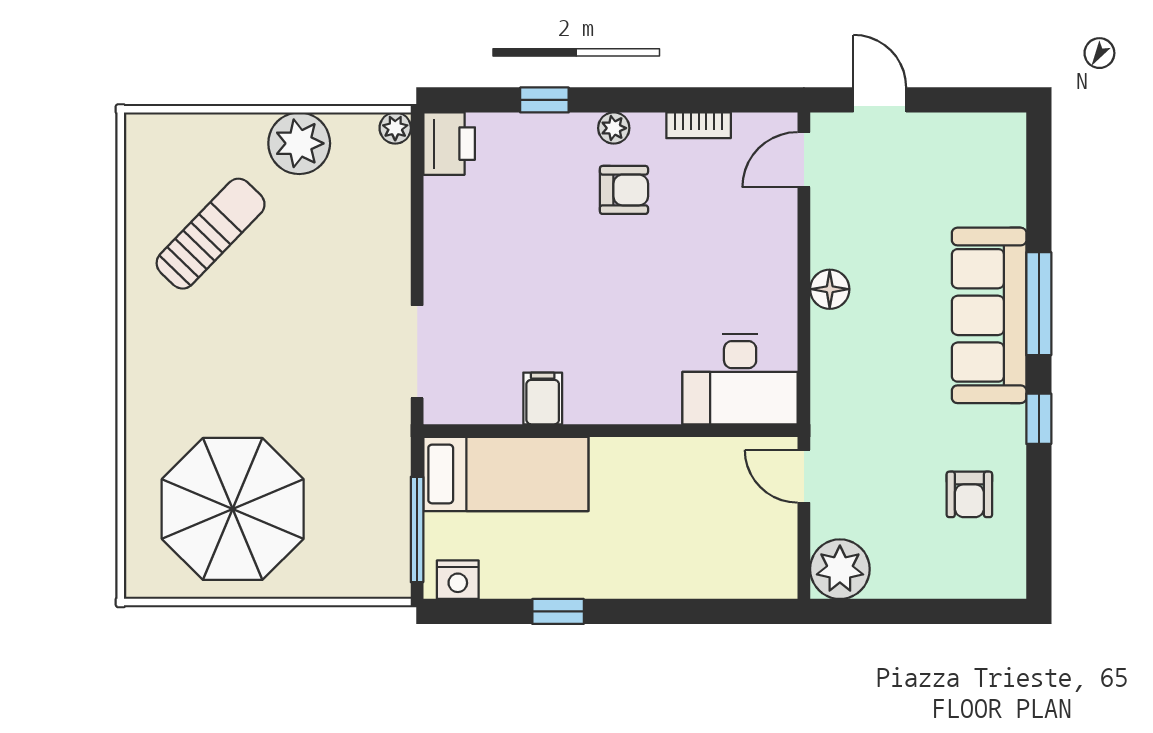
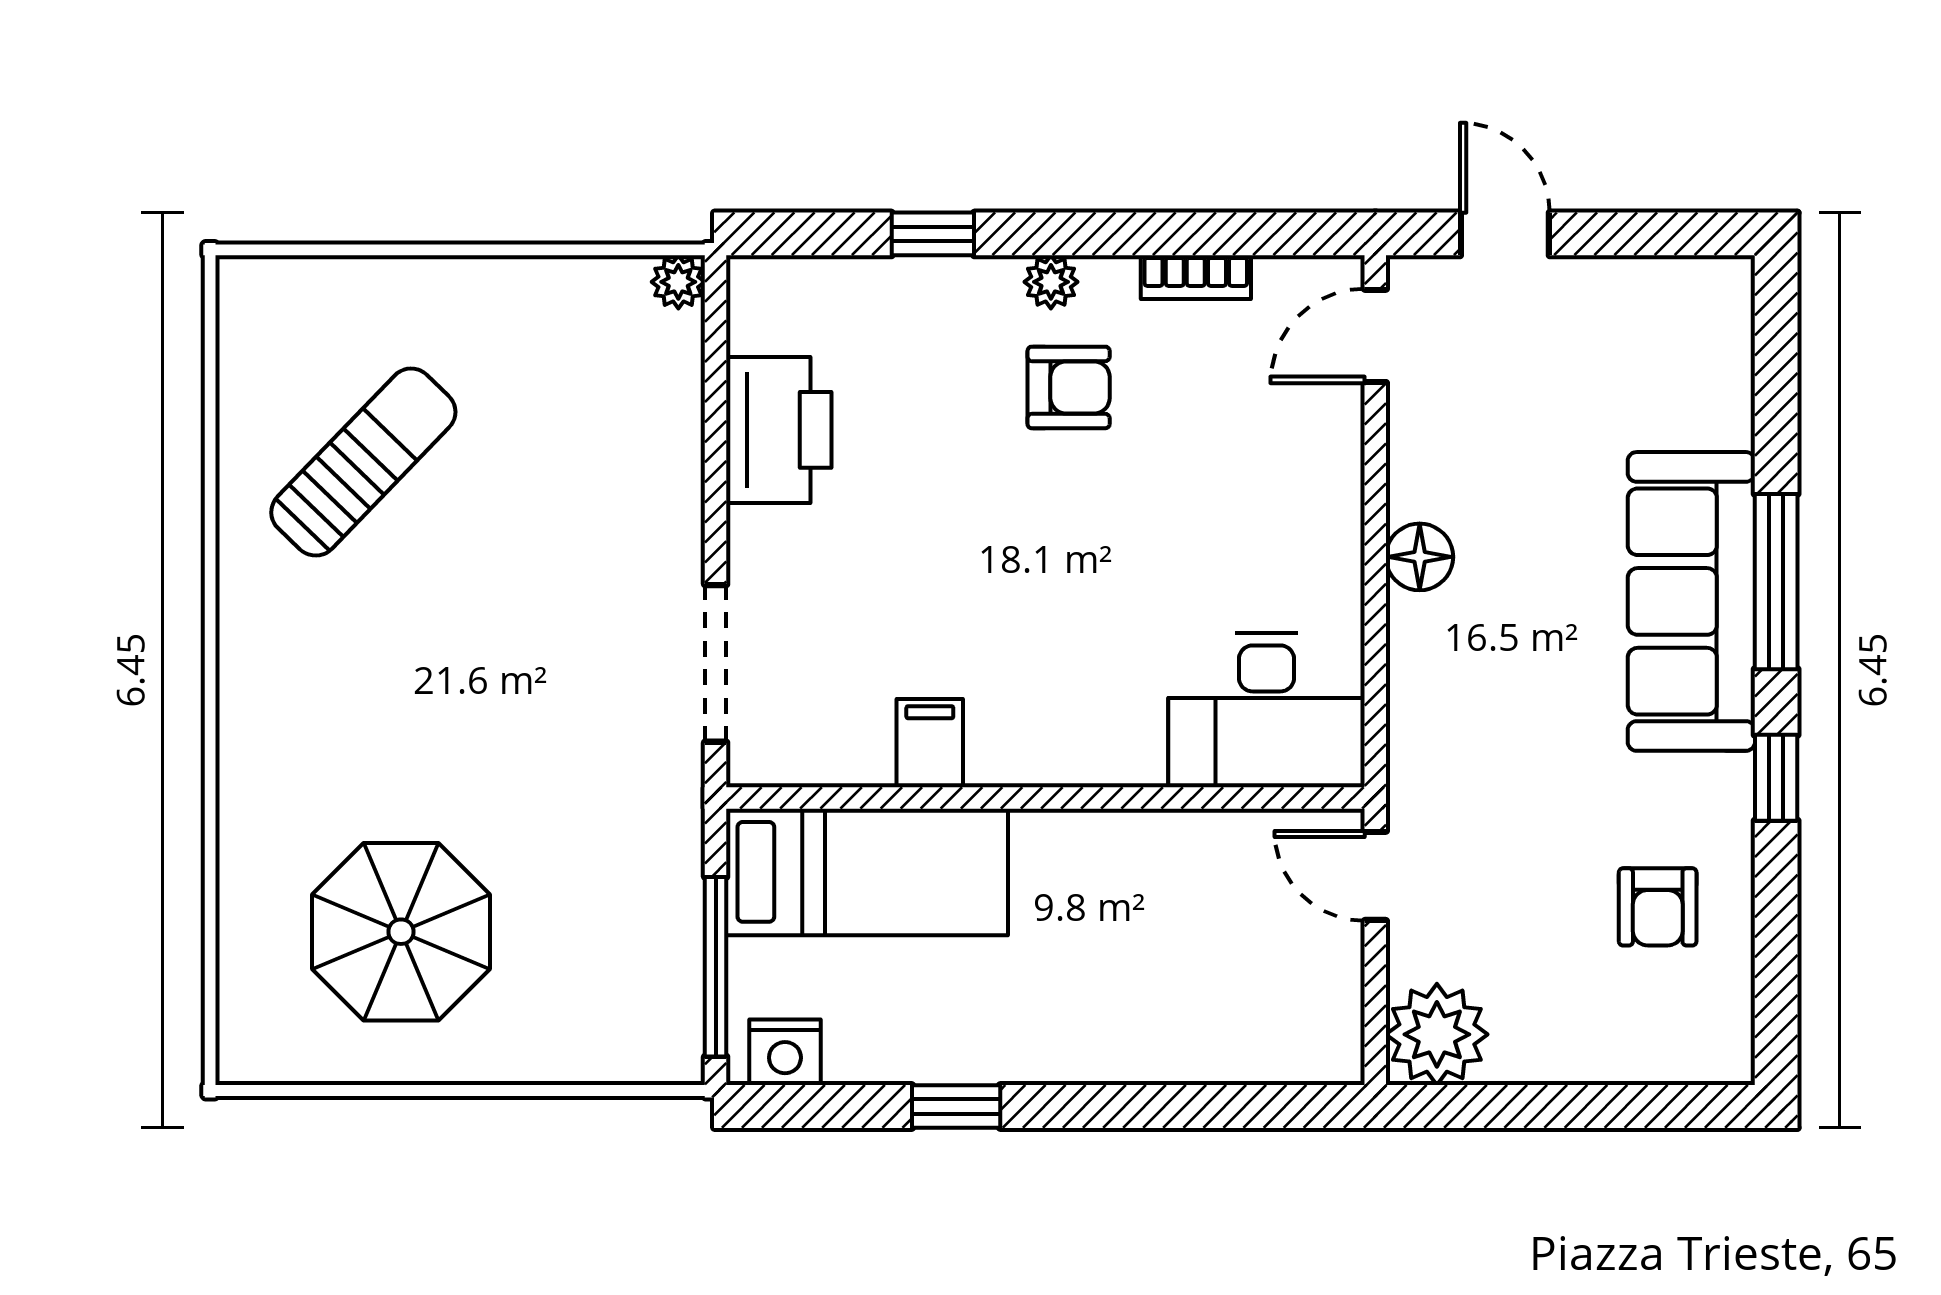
plant: (299, 143) -> (514, 308), removed
printer: (449, 144) -> (779, 430), moved, width x1.37, depth x1.19
parasol: (233, 509) -> (401, 932), width x0.73, depth x0.73

